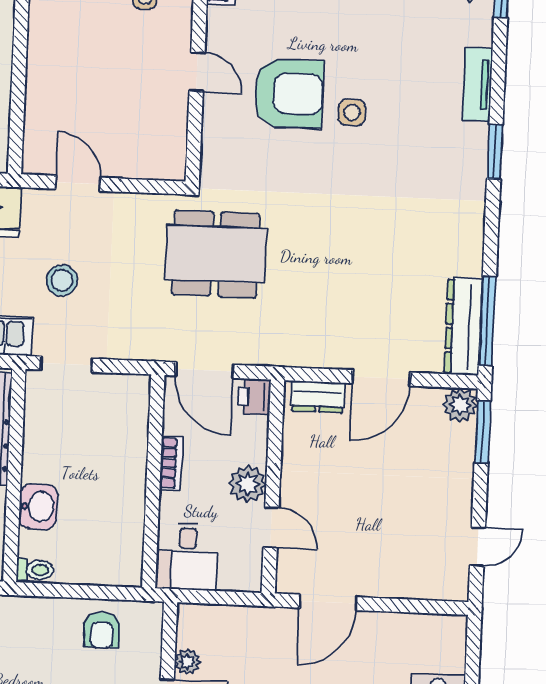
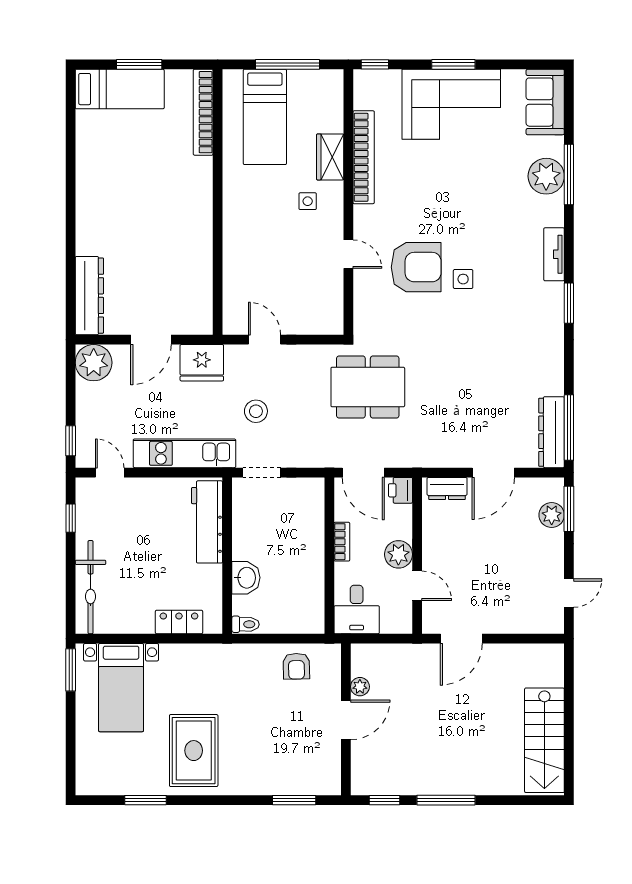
plant: (460, 405) -> (552, 515), moved

